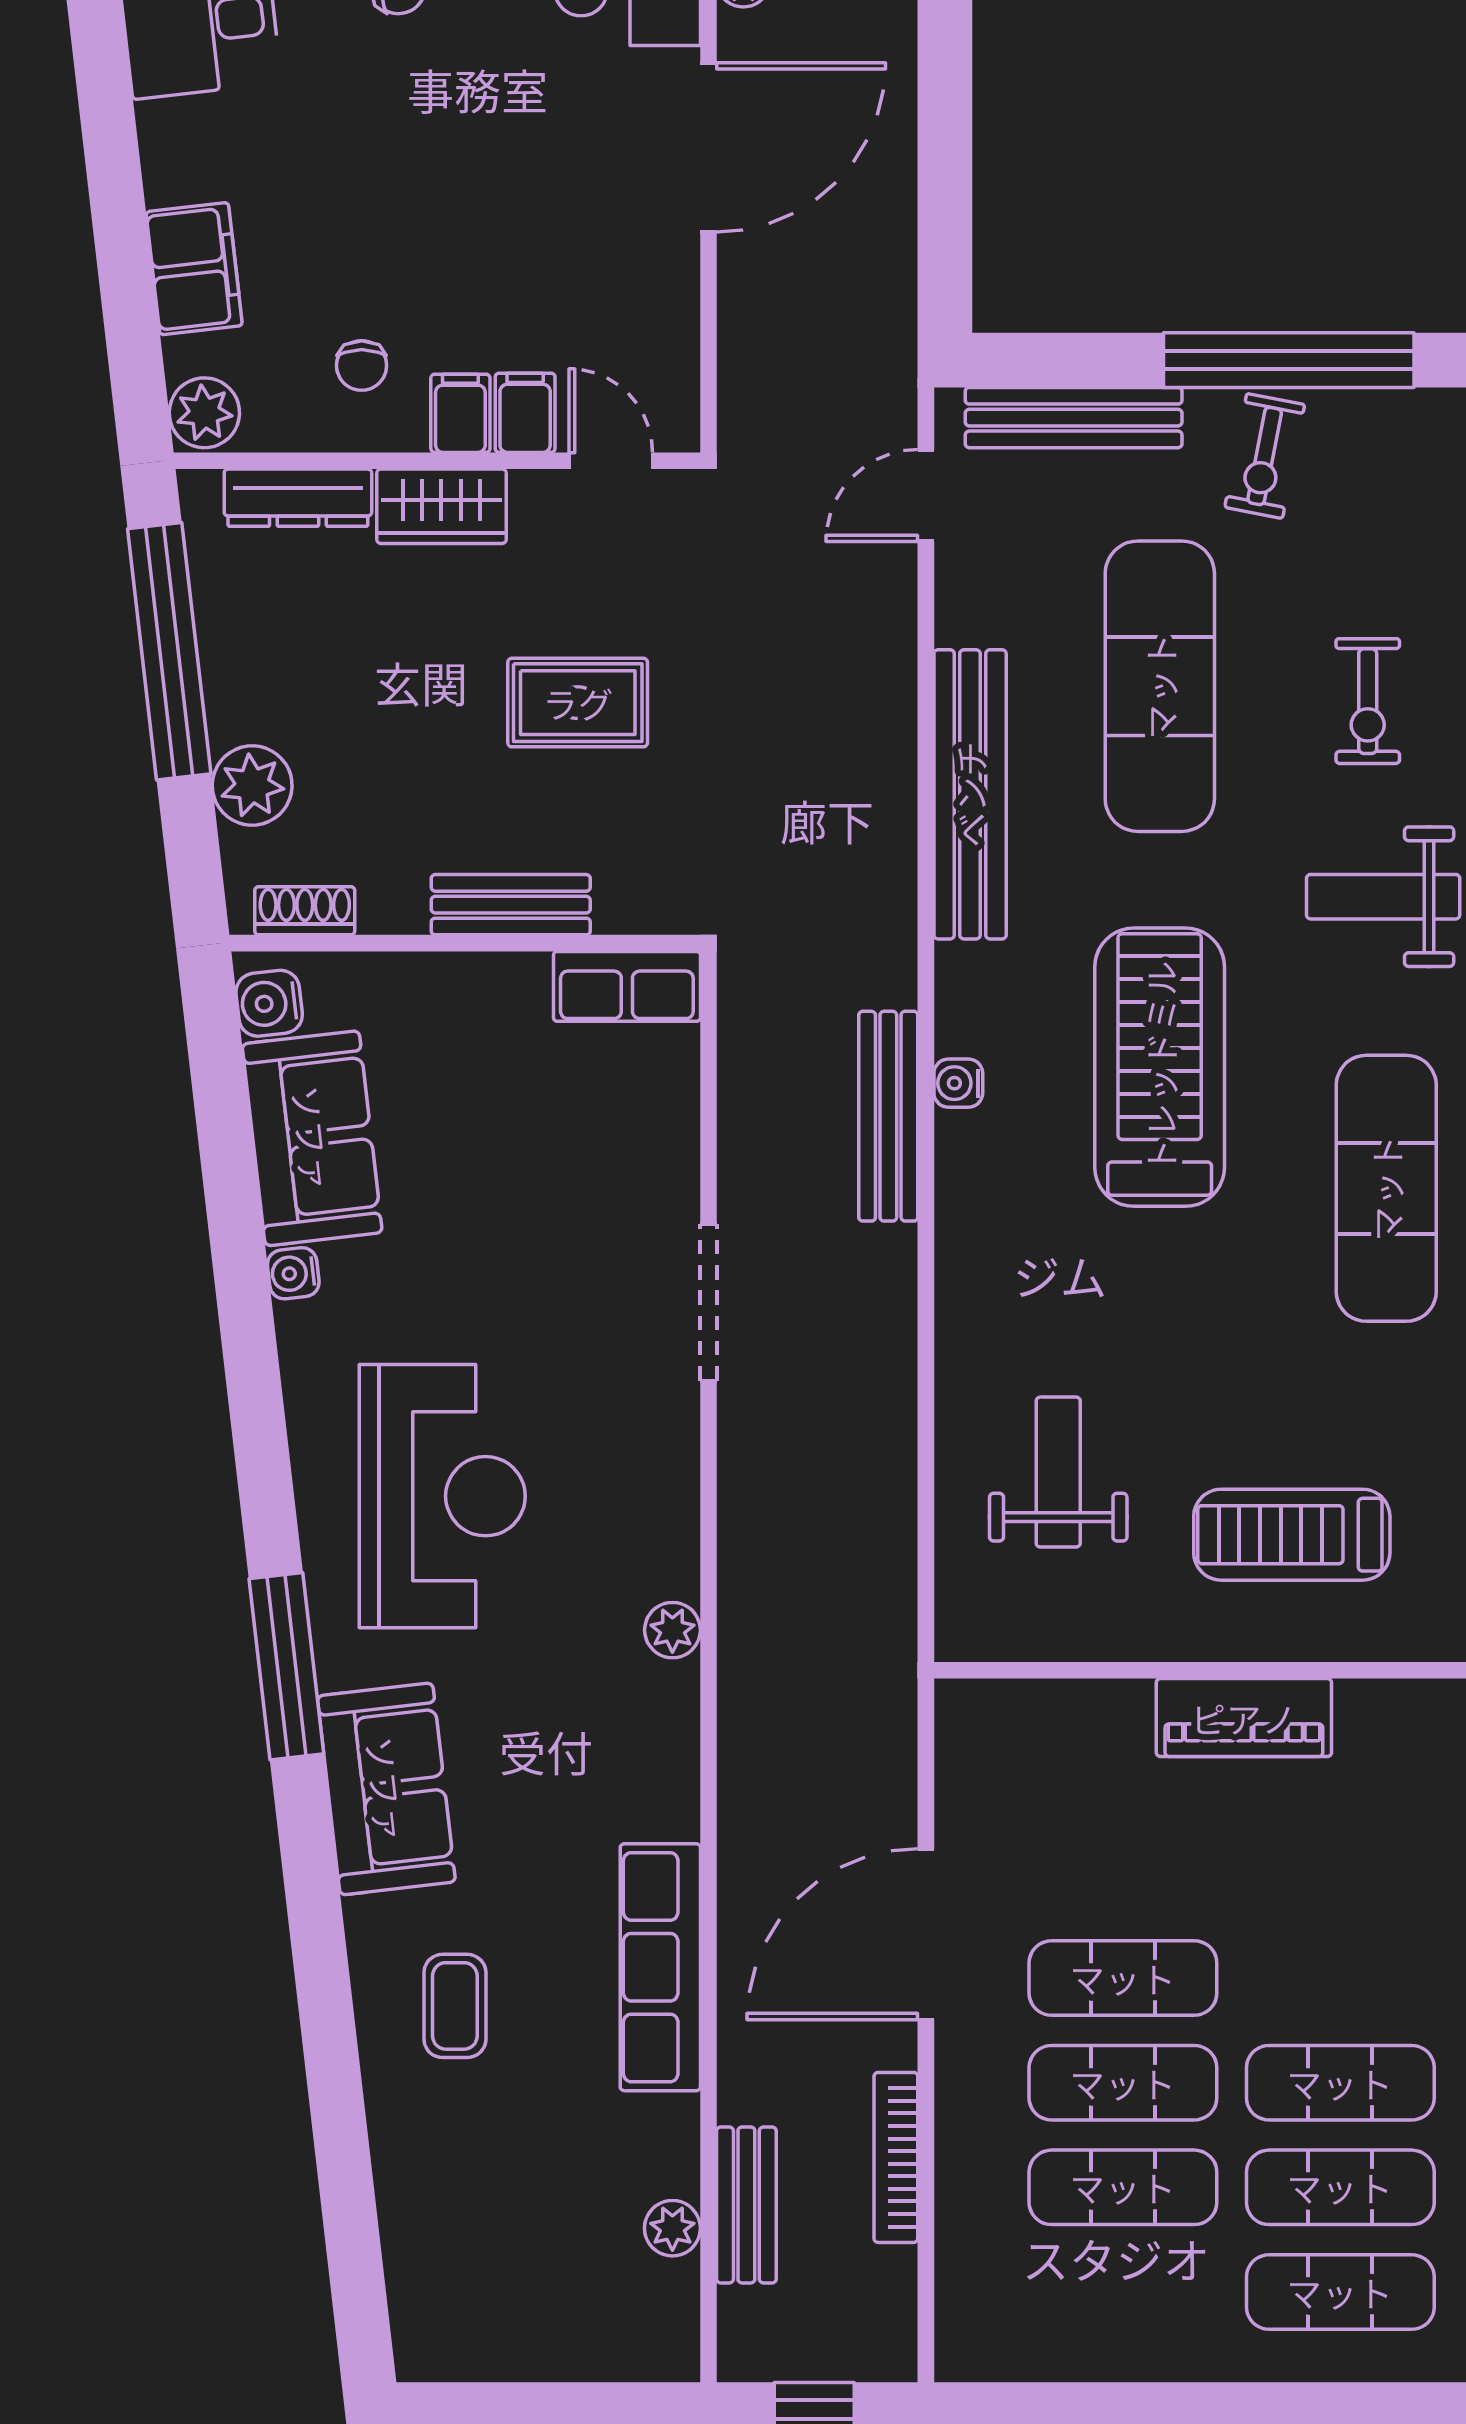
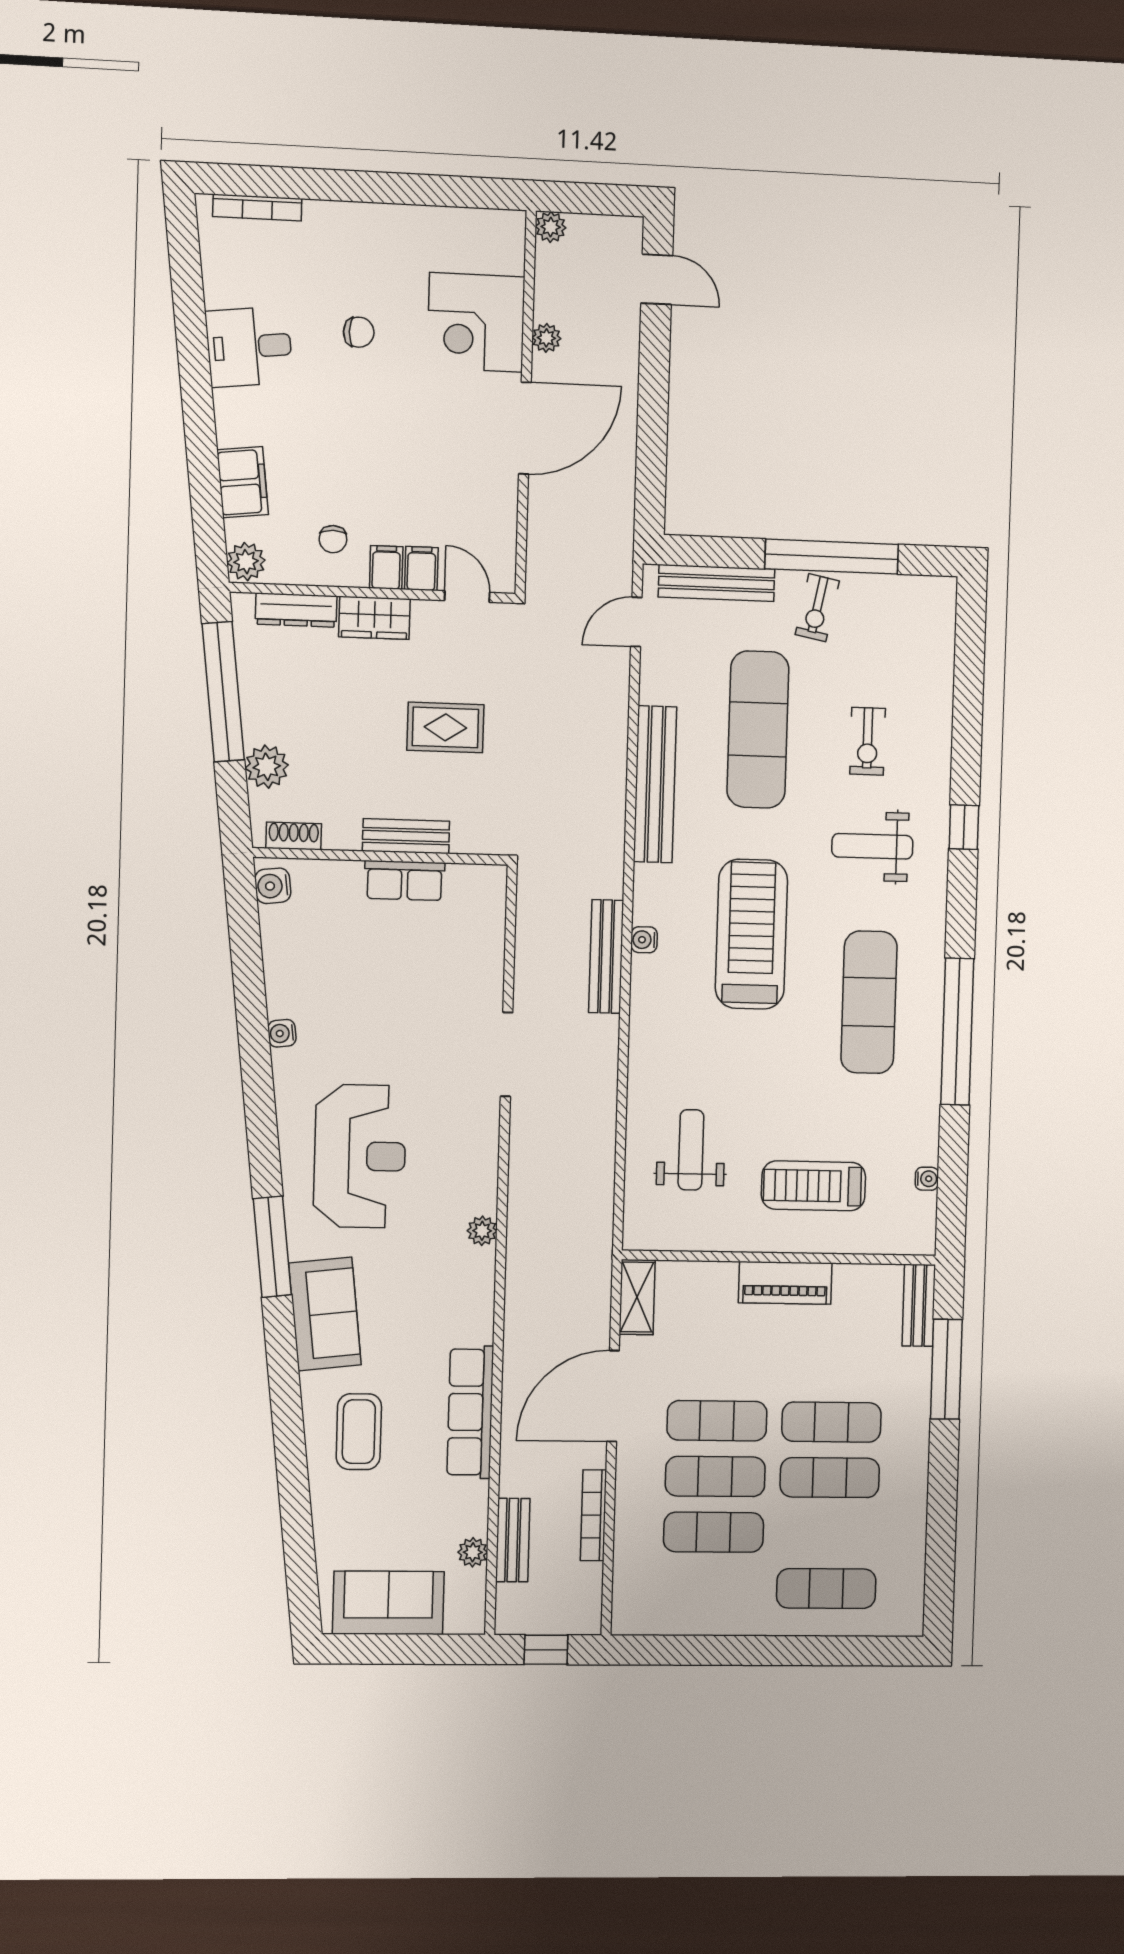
row of seats: (627, 986) -> (405, 881), moved
sofa: (312, 1138) -> (388, 1603), moved, turned -83
shelving: (966, 1749) -> (637, 1297), added
coffee table: (455, 2006) -> (359, 1432), width x1.36, depth x1.30
exercise mat: (1340, 2187) -> (832, 1422), moved

